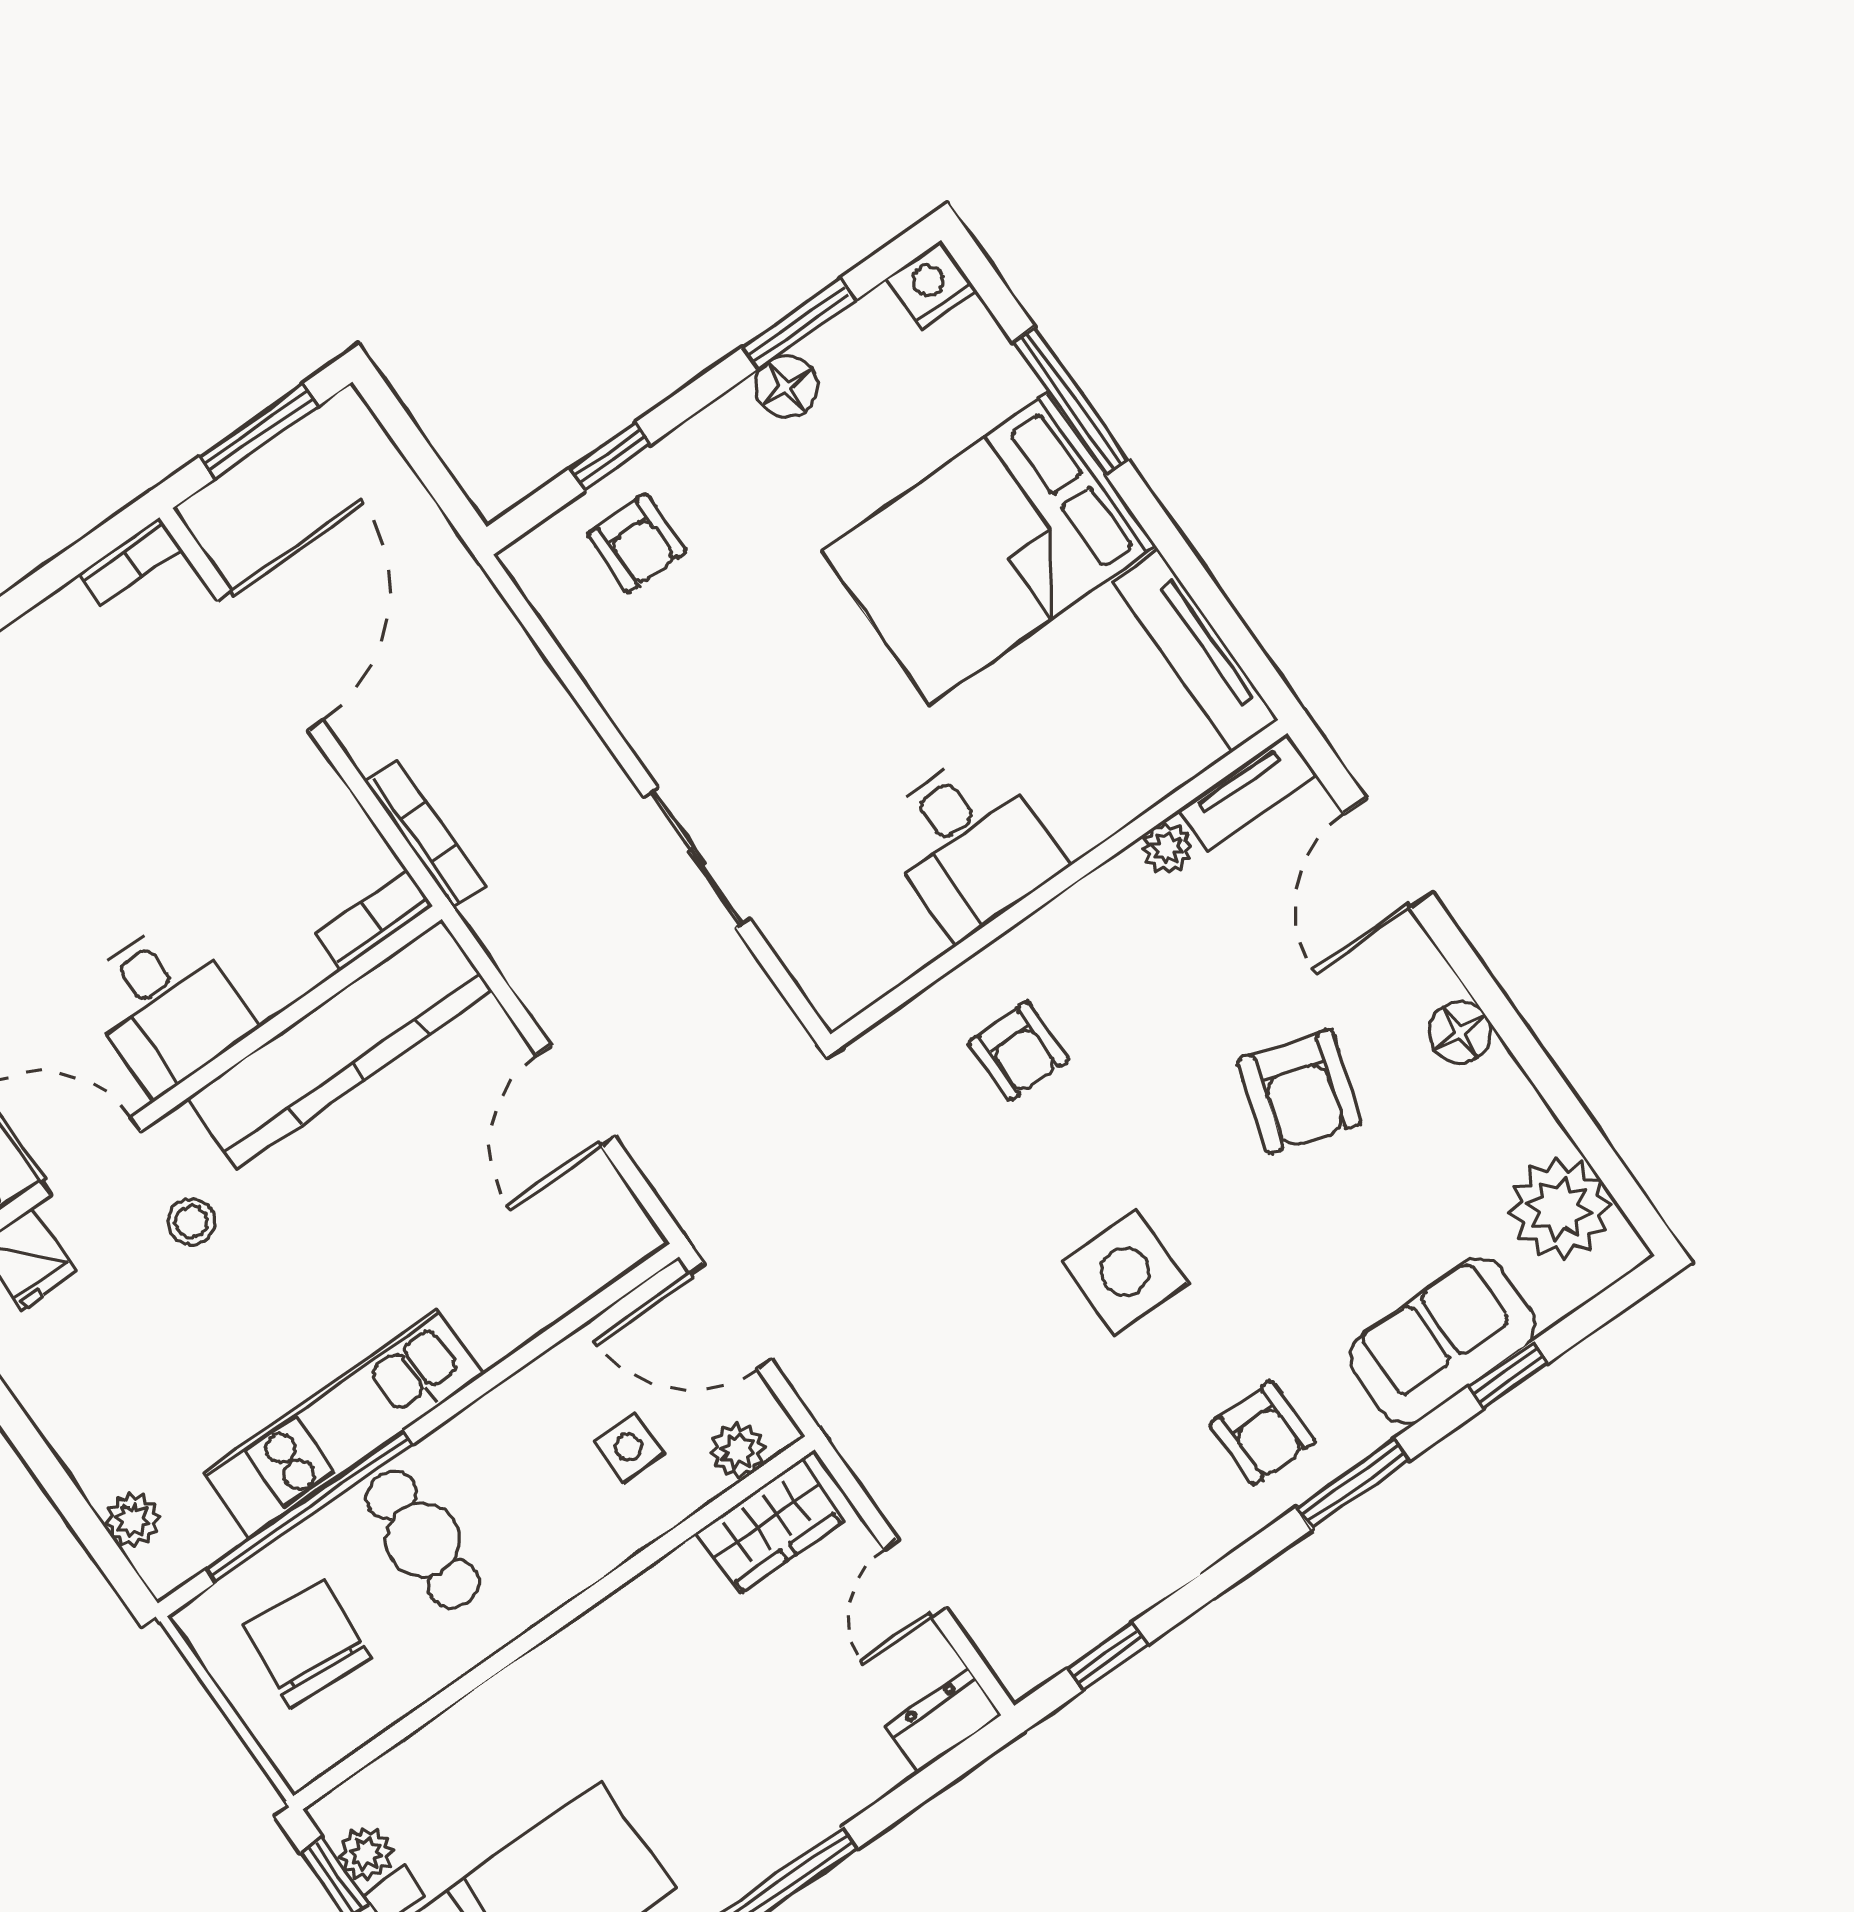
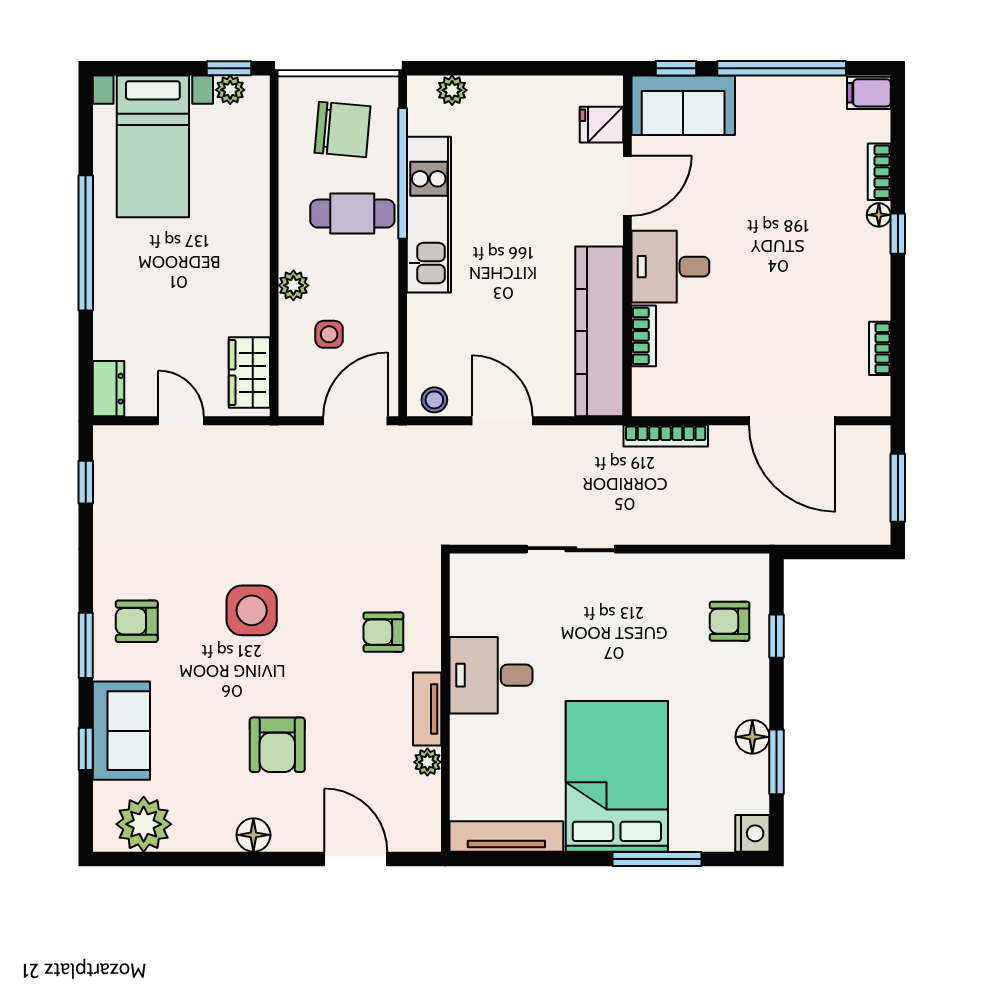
bookcase: (130, 562) -> (880, 348), moved
tv unit: (1247, 792) -> (427, 709), moved
bookcase: (374, 920) -> (644, 336), moved
armchair: (1300, 1092) -> (277, 745), turned -107
stool: (191, 1222) -> (434, 400), moved
plant: (738, 1450) -> (293, 285), moved

